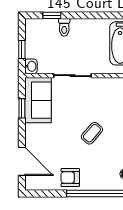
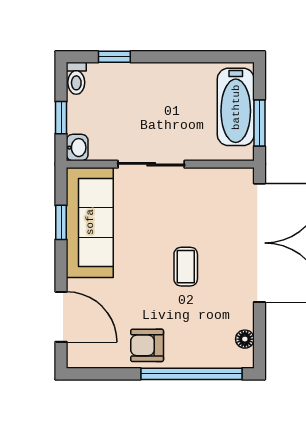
toilet: (64, 27) -> (76, 78), moved
sofa: (38, 100) -> (90, 222), width x1.36
coffee table: (92, 133) -> (186, 267), turned -41

